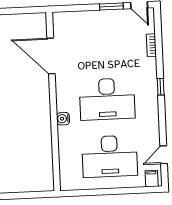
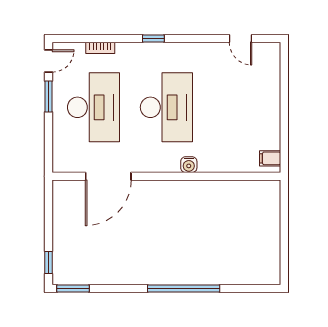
desk: (110, 156) -> (93, 107), moved
filing cabinet: (152, 179) -> (270, 158), moved

